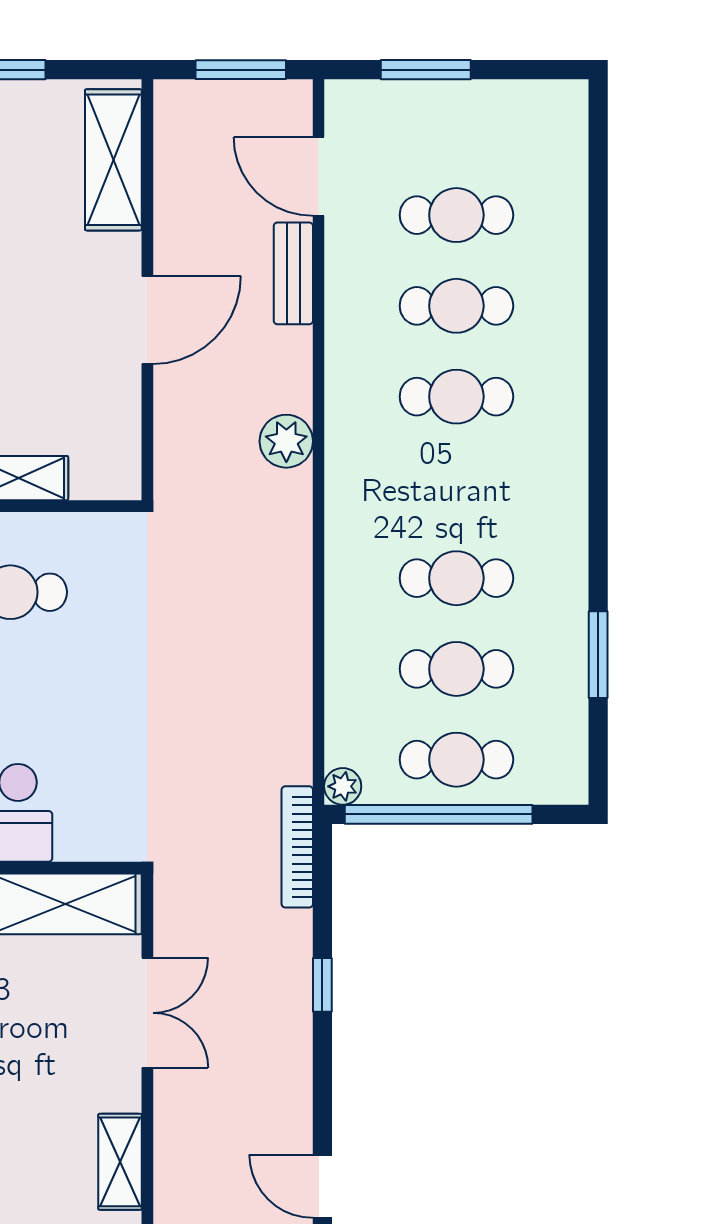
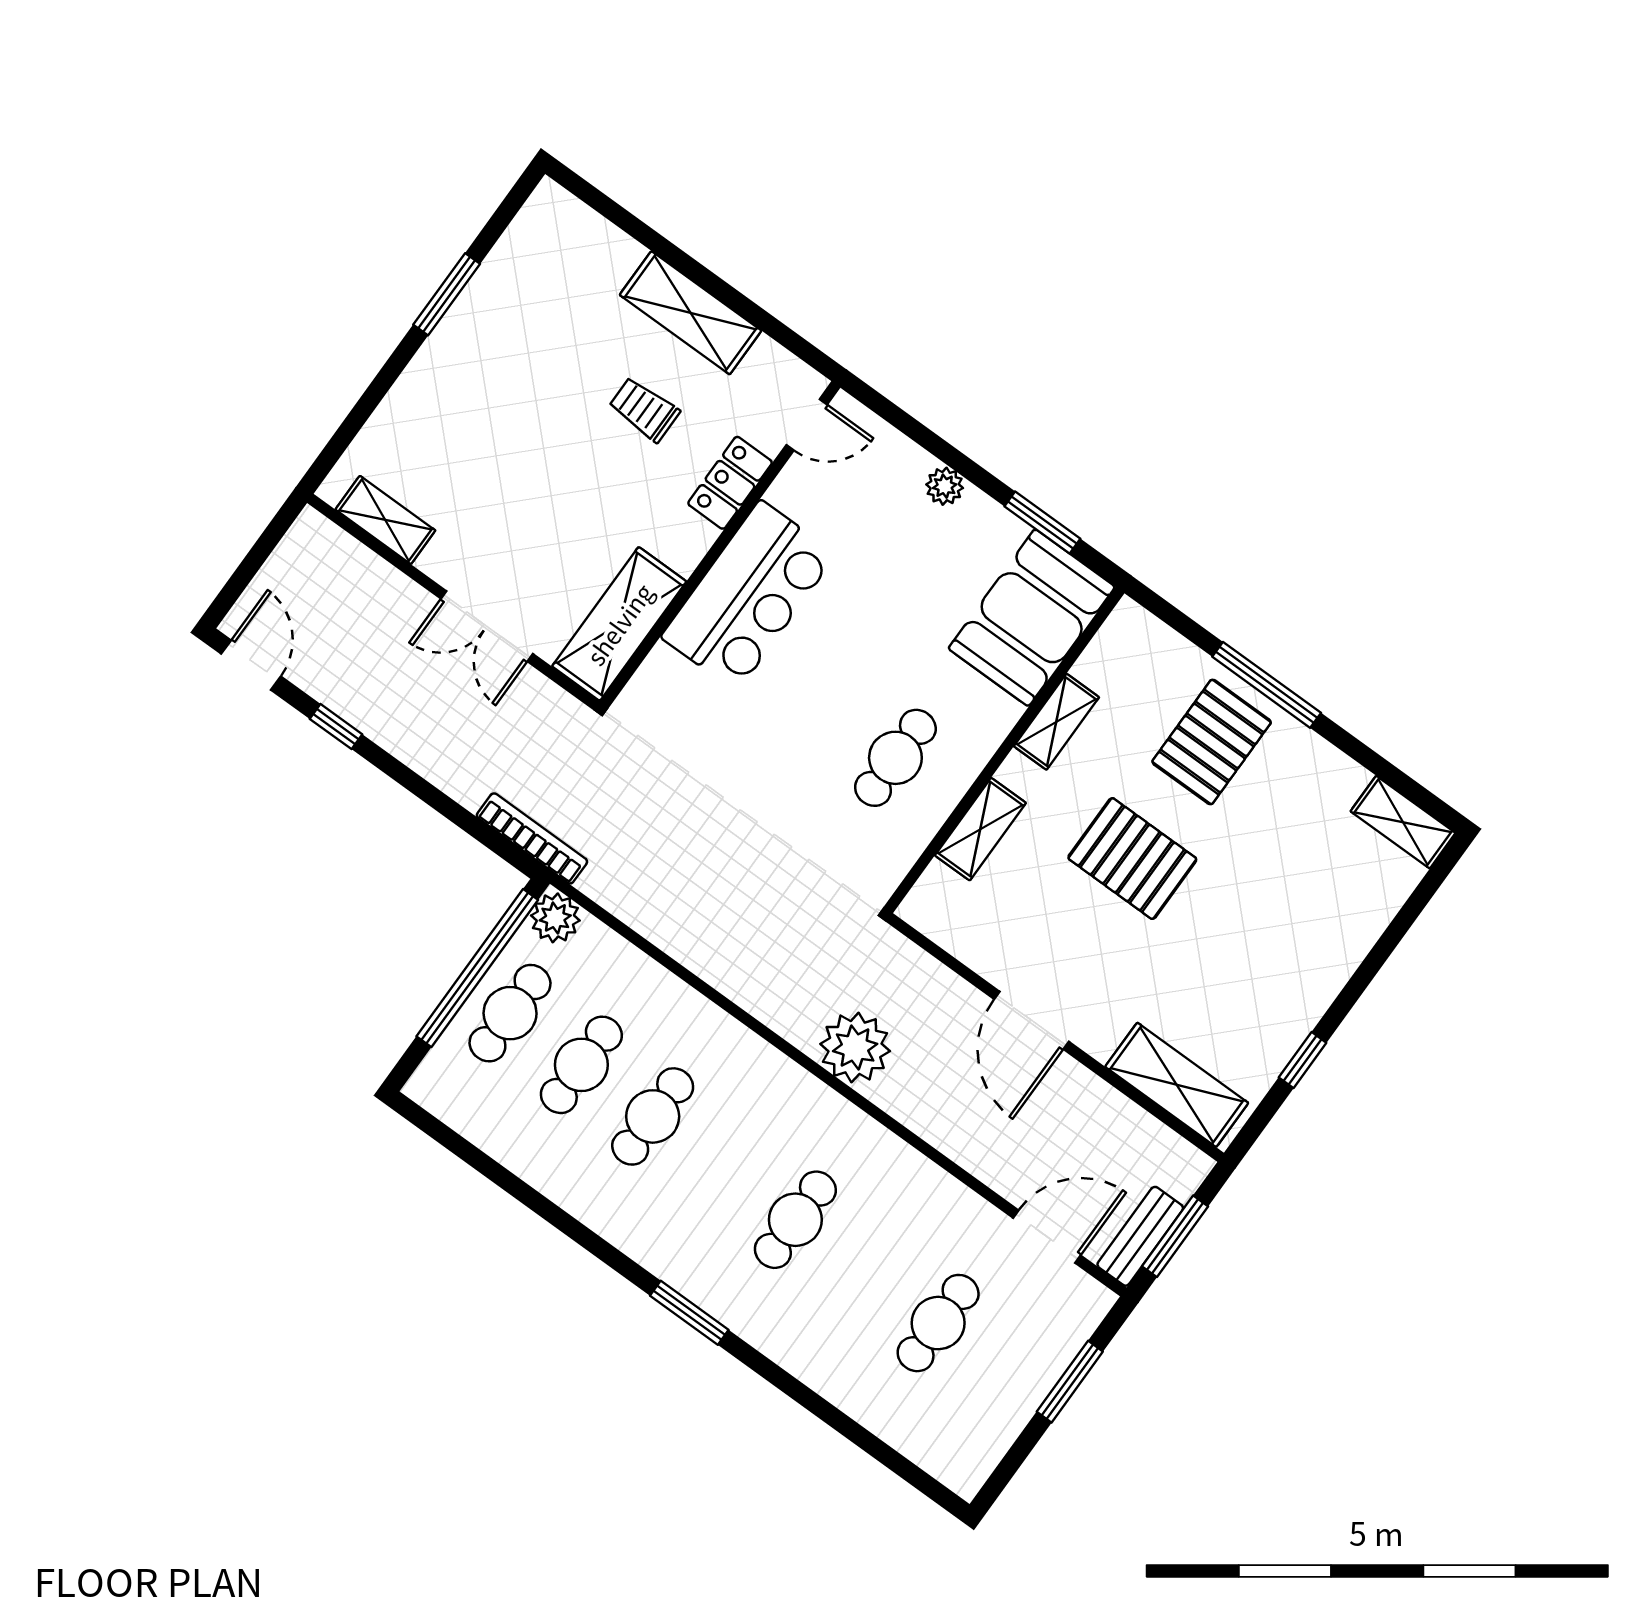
bench: (293, 273) -> (1140, 1236), moved, turned 90
cafe table: (456, 306) -> (867, 1271), removed
plant: (286, 441) -> (855, 1048), width x1.36, depth x1.36
window: (598, 655) -> (689, 1313), moved
plant: (343, 786) -> (555, 918), width x1.38, depth x1.38
window: (322, 985) -> (336, 727), moved
door: (322, 1186) -> (251, 665), hinge flipped

